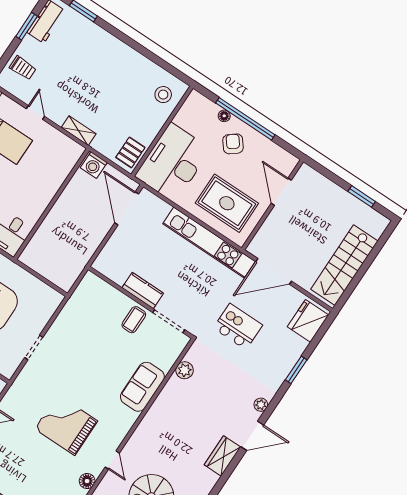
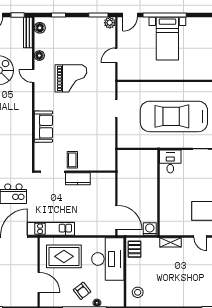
kitchen unit: (209, 243) -> (51, 229), width x0.73
plant: (185, 370) -> (27, 151), removed

